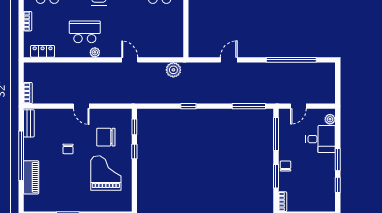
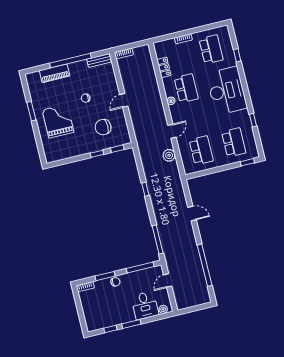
school desk: (160, 32) -> (201, 150), added
locker: (43, 51) -> (164, 67), moved
plant: (173, 70) -> (169, 155), moved
door: (298, 106) -> (168, 281), hinge flipped
chair: (106, 137) -> (103, 127), turned -90
grand piano: (106, 173) -> (58, 121), moved, turned -90

